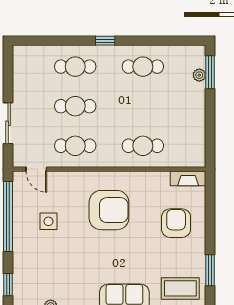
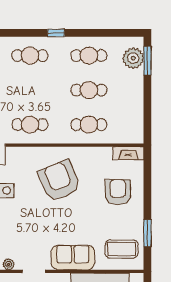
plant: (199, 75) -> (133, 58), width x1.88, depth x1.88
cafe table: (75, 106) -> (89, 90), moved
armchair: (109, 210) -> (59, 181), turned -113

